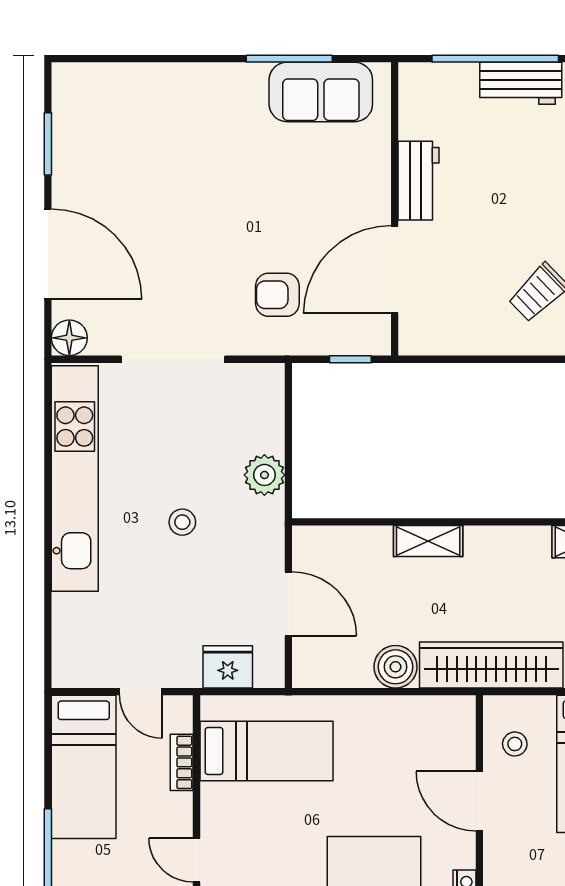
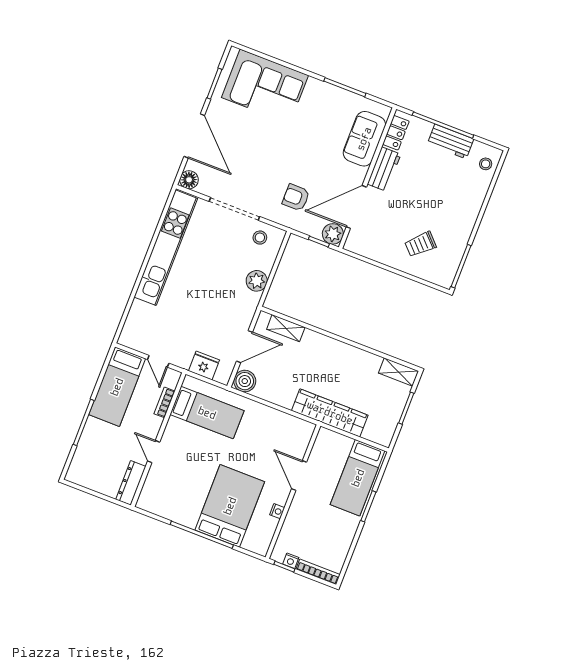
sofa: (321, 92) -> (364, 139), moved, turned 90
locker: (415, 106) -> (396, 133), added
corner sofa: (142, 113) -> (265, 86), added
plant: (371, 335) -> (333, 234), added
stool: (182, 522) -> (260, 238), moved
shelving: (428, 541) -> (286, 328), moved
door: (288, 604) -> (244, 347), hinge flipped
boiler: (396, 667) -> (245, 381), moved
stool: (515, 744) -> (326, 455), removed

